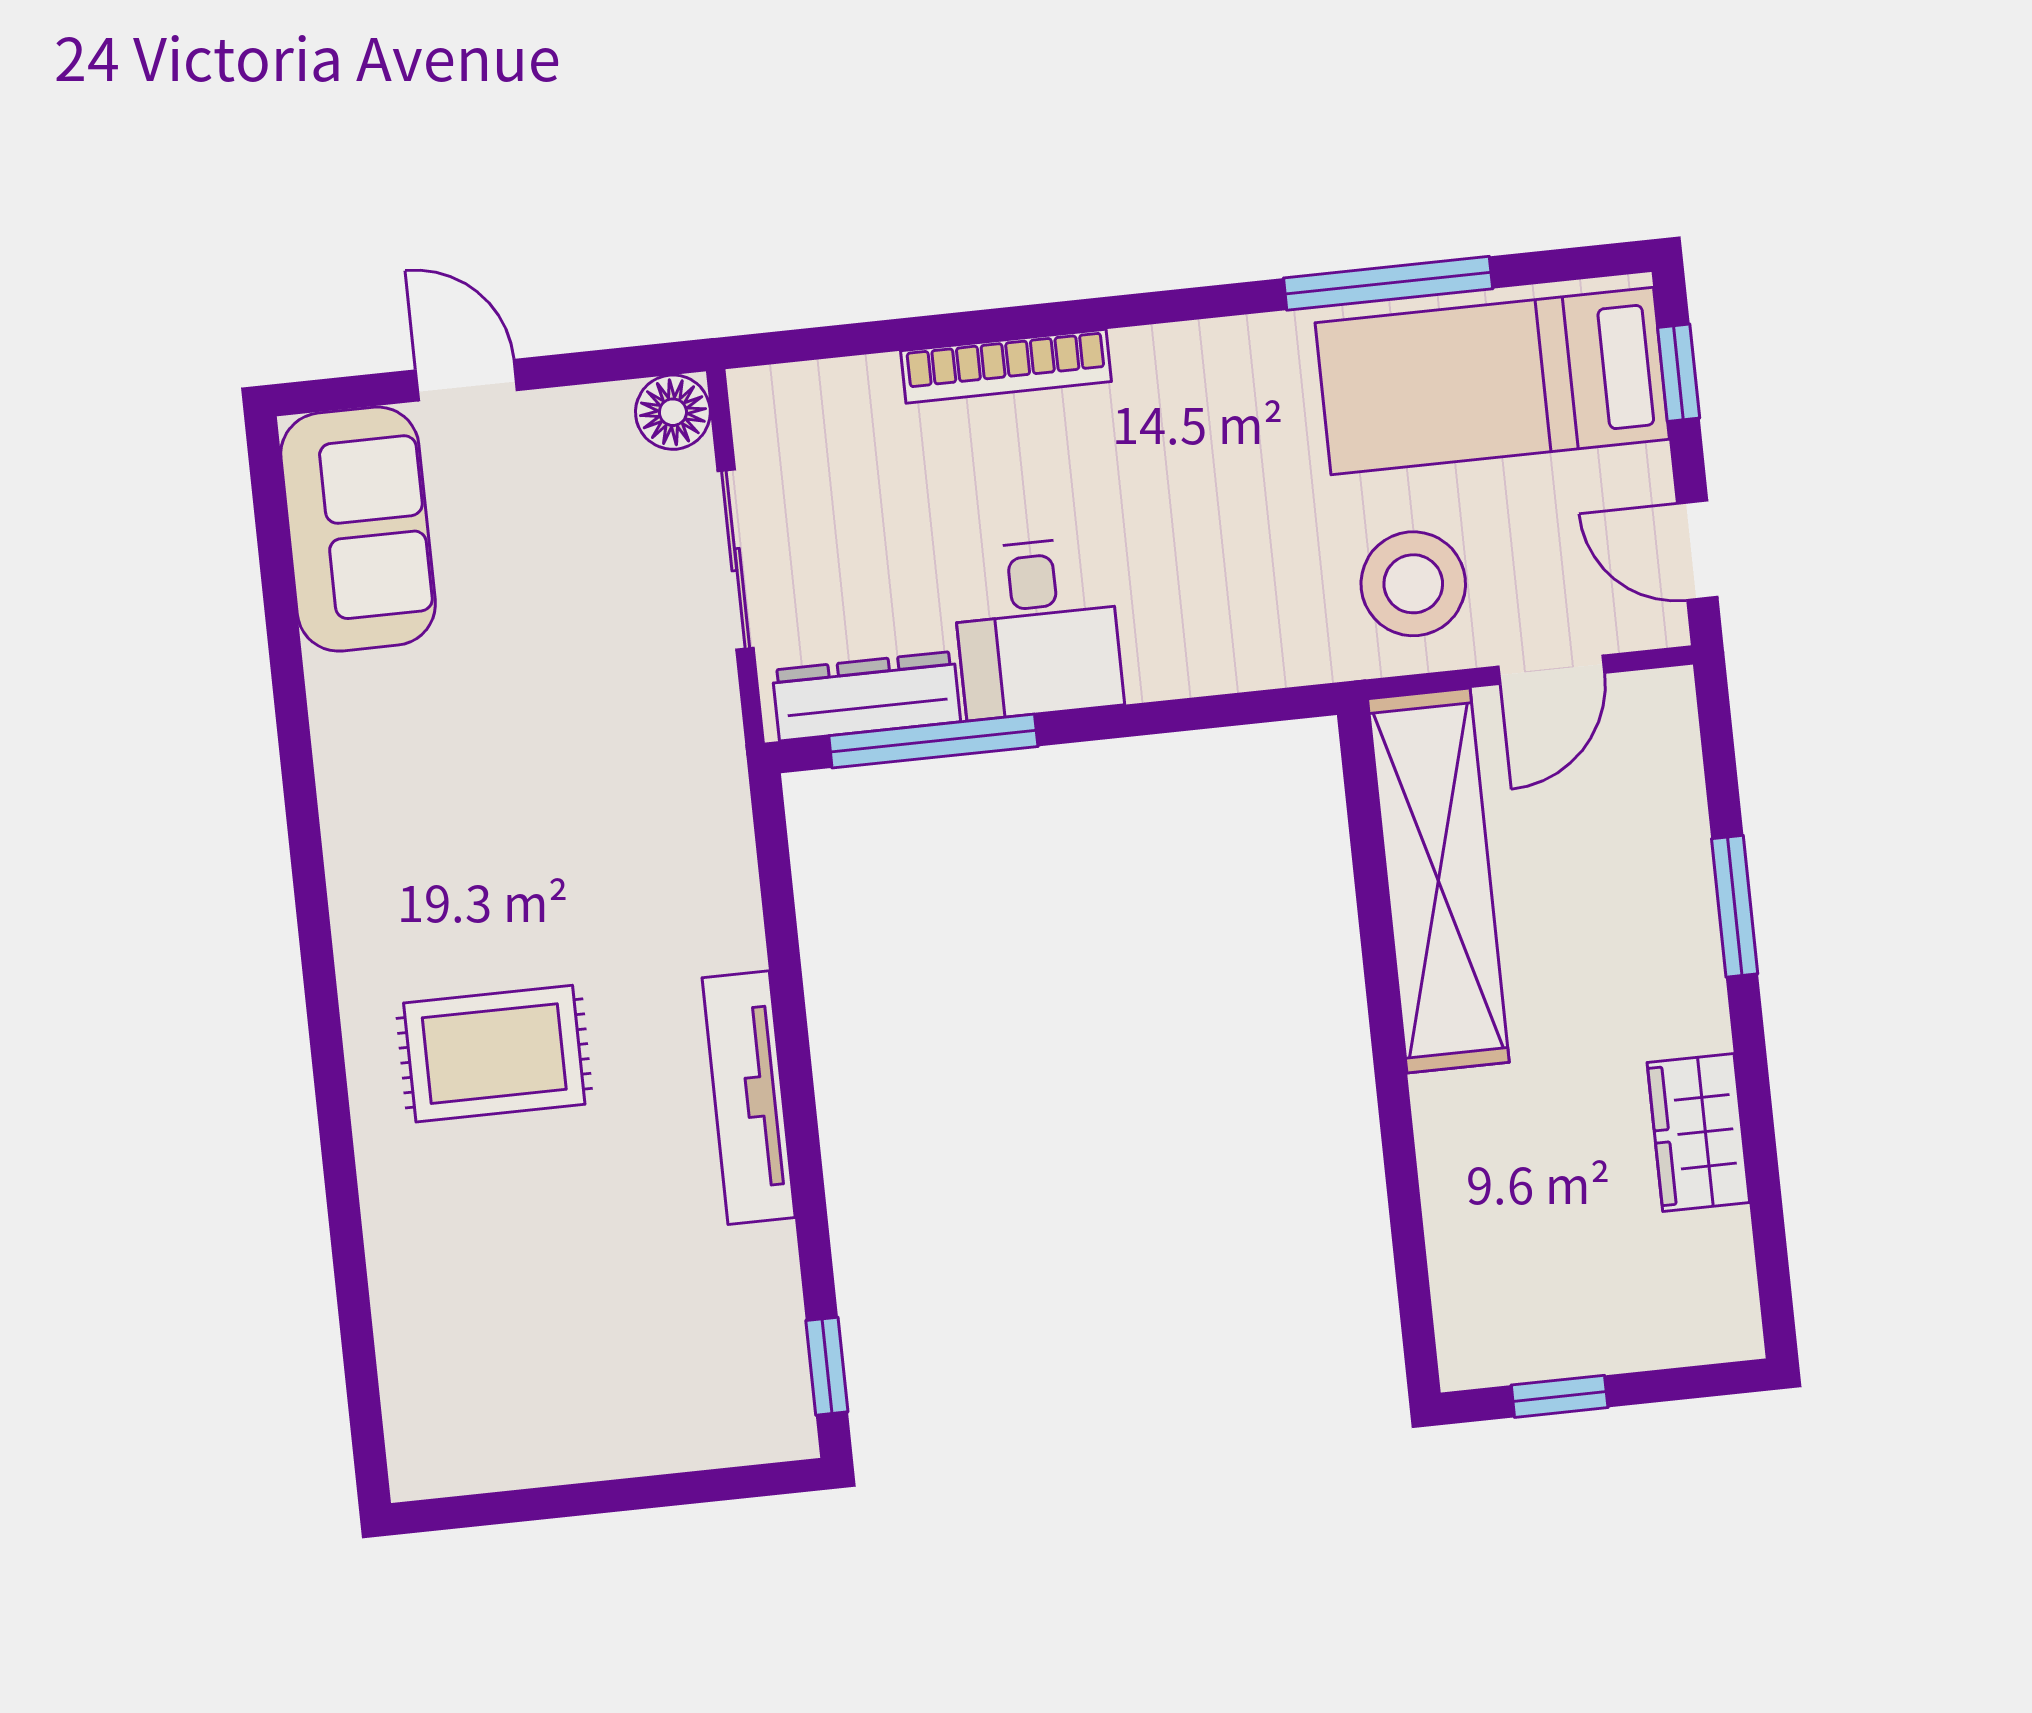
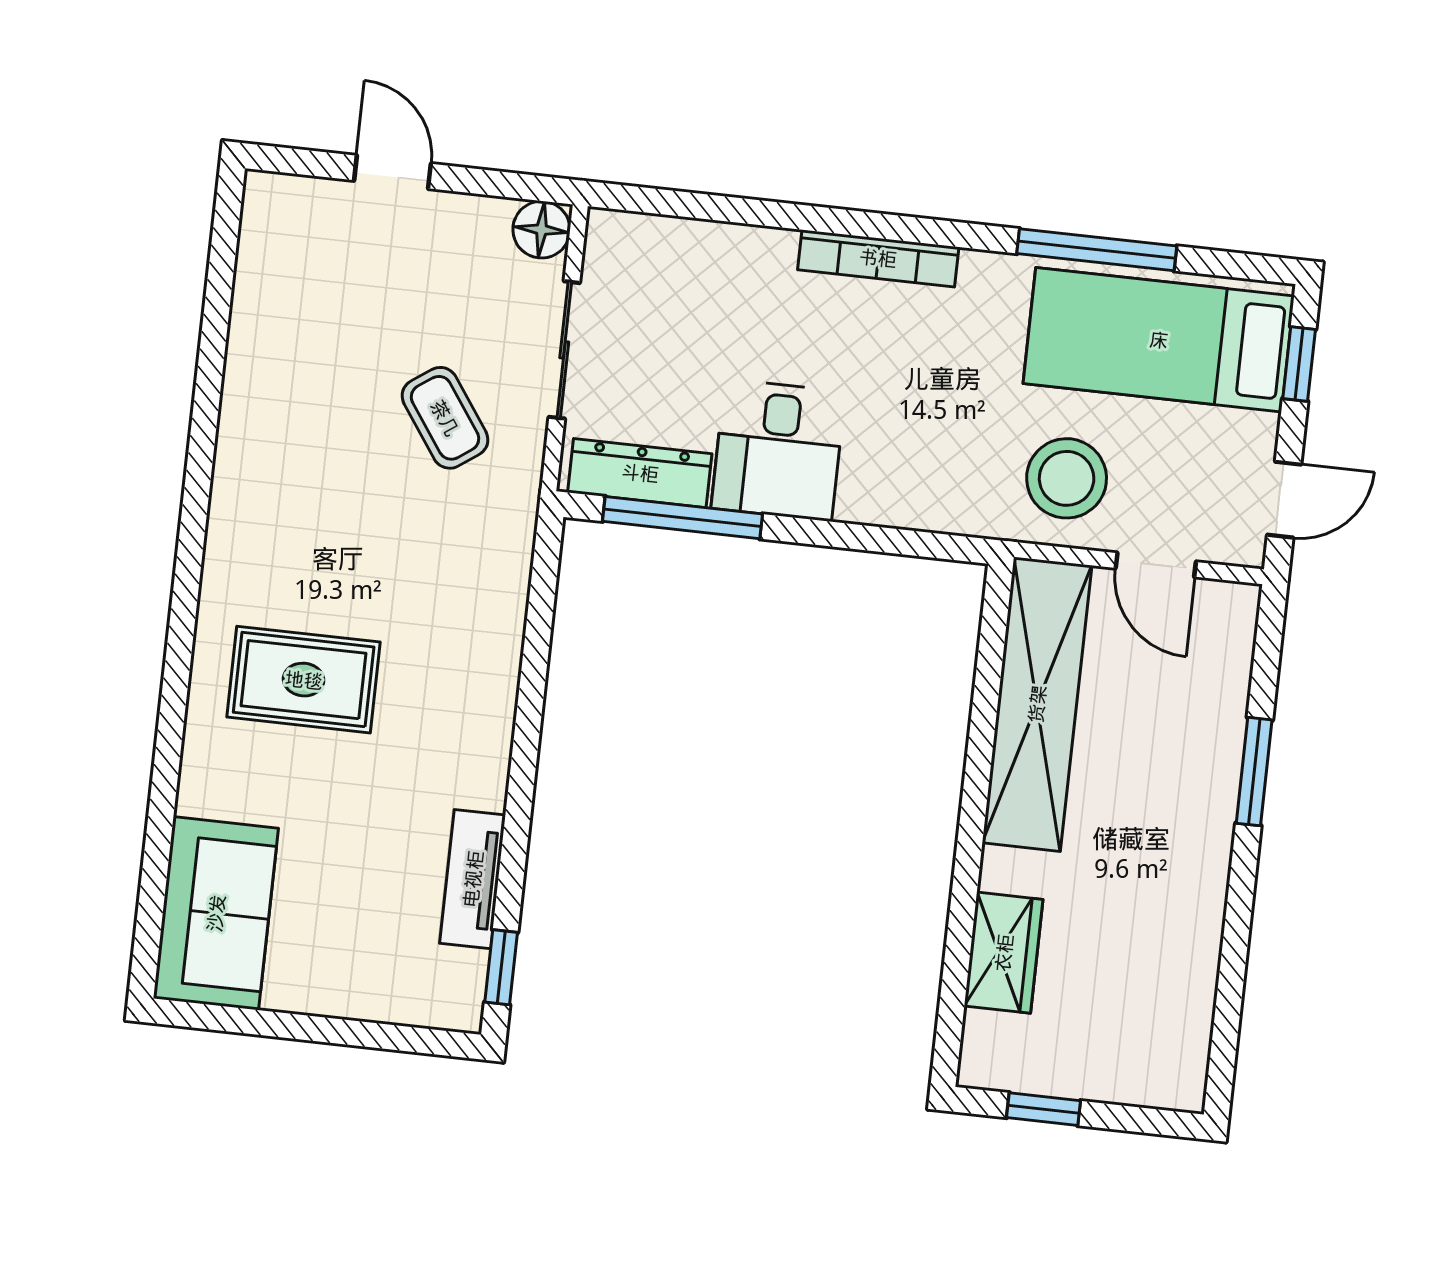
bookcase: (1006, 366) -> (878, 258), moved
sofa: (358, 529) -> (216, 913), moved
door: (1697, 550) -> (1284, 500), swing flipped
door: (1551, 670) -> (1156, 565), hinge flipped
coffee table: (602, 680) -> (445, 418), added
tv unit: (749, 1098) -> (473, 879), moved, width x0.71
wardrobe: (1698, 1133) -> (1004, 953), moved, turned 180

